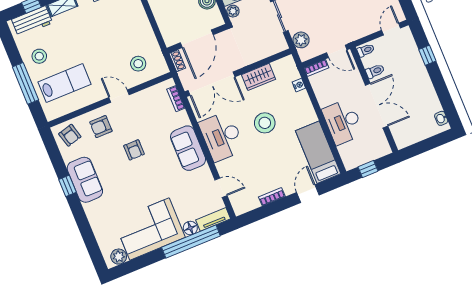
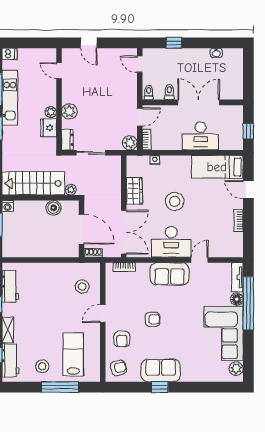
plant: (301, 40) -> (130, 143), moved
washbasin: (441, 118) -> (216, 53), moved
door: (221, 188) -> (200, 260), moved

